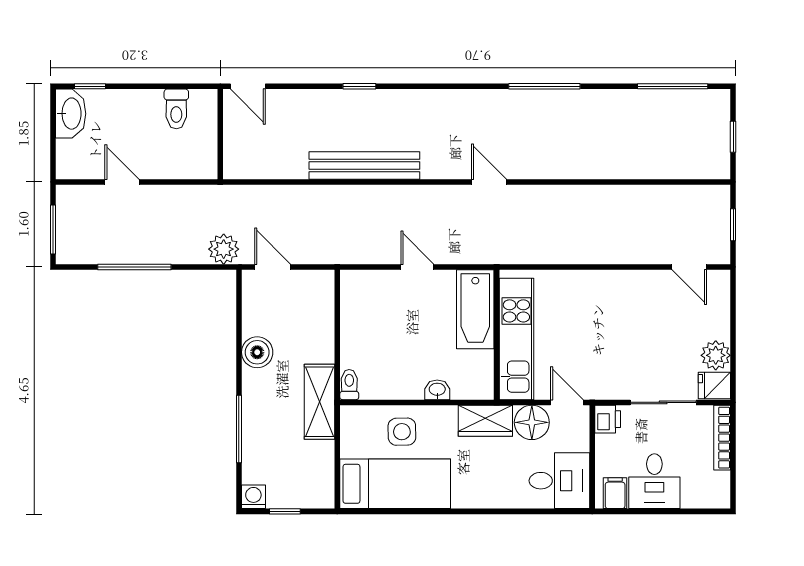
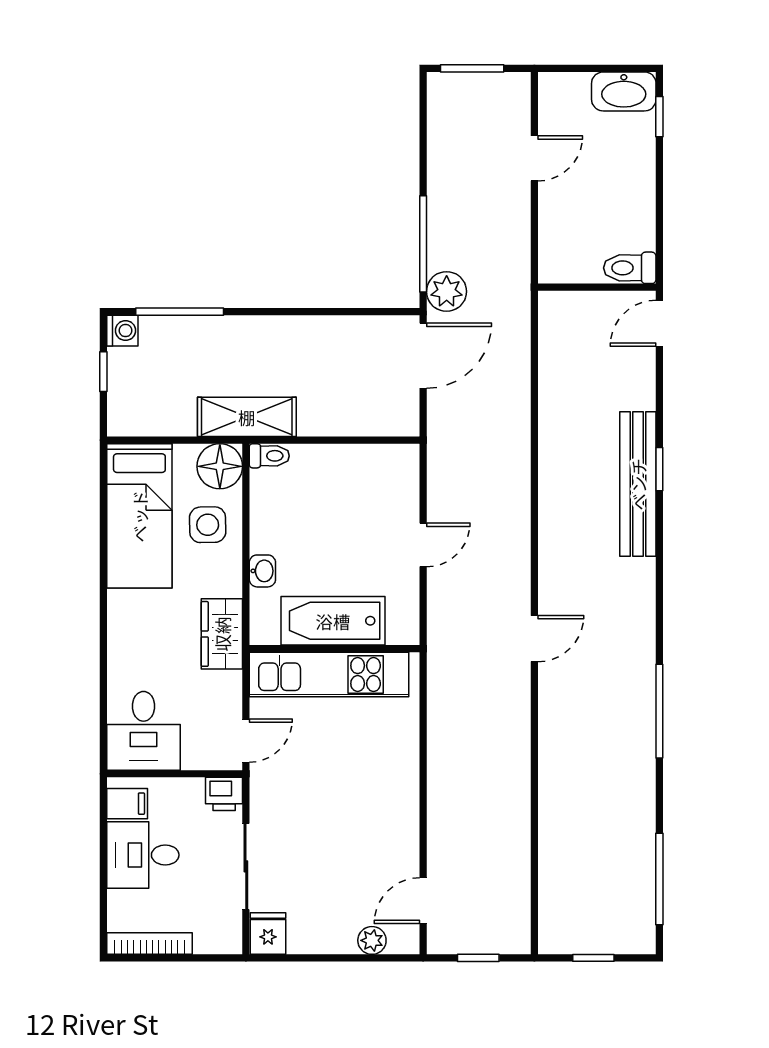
toilet: (176, 109) -> (630, 268), moved
bench: (364, 166) -> (638, 484), moved
window: (134, 267) -> (423, 244), moved
door: (273, 267) -> (423, 356), width x1.37
bathtub: (475, 309) -> (333, 621), moved
boiler: (257, 352) -> (312, 335), removed
plant: (716, 355) -> (372, 940), moved, width x0.73, depth x0.73
floor lamp: (532, 422) -> (220, 466), moved
window: (239, 429) -> (180, 312), moved
bookcase: (722, 438) -> (149, 944), moved

